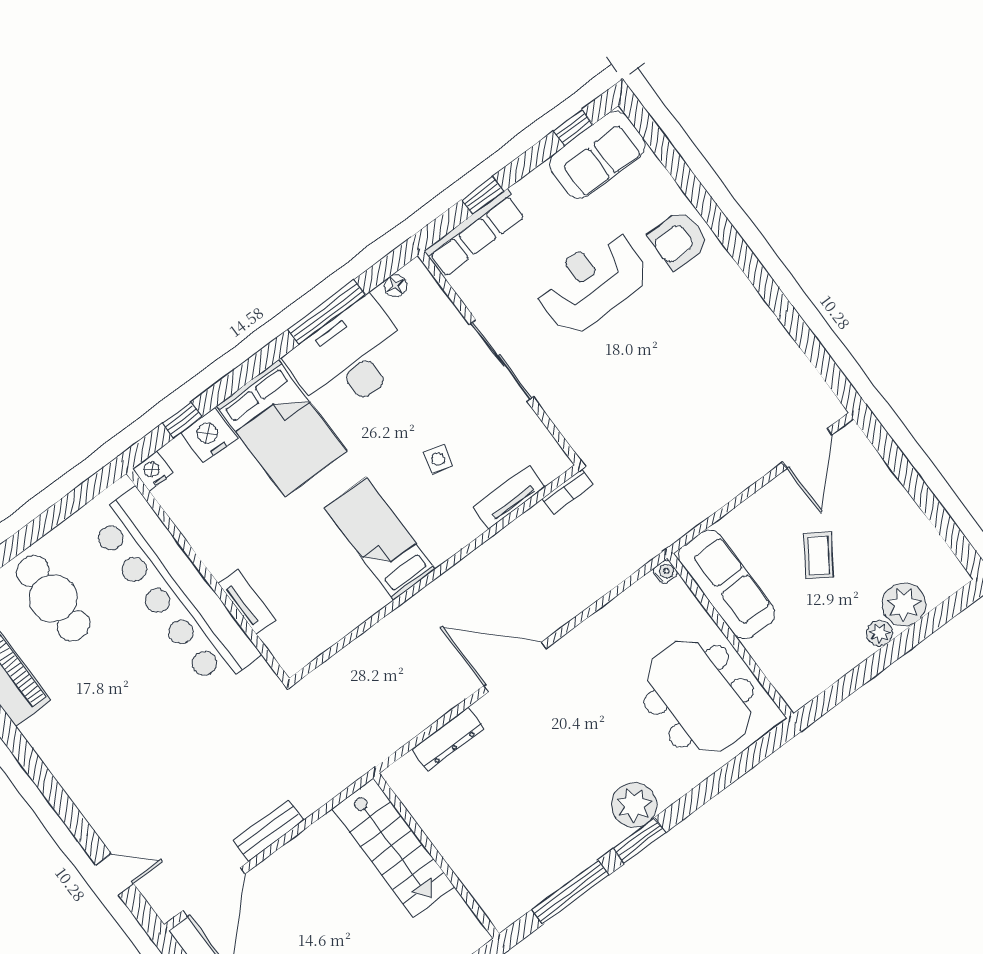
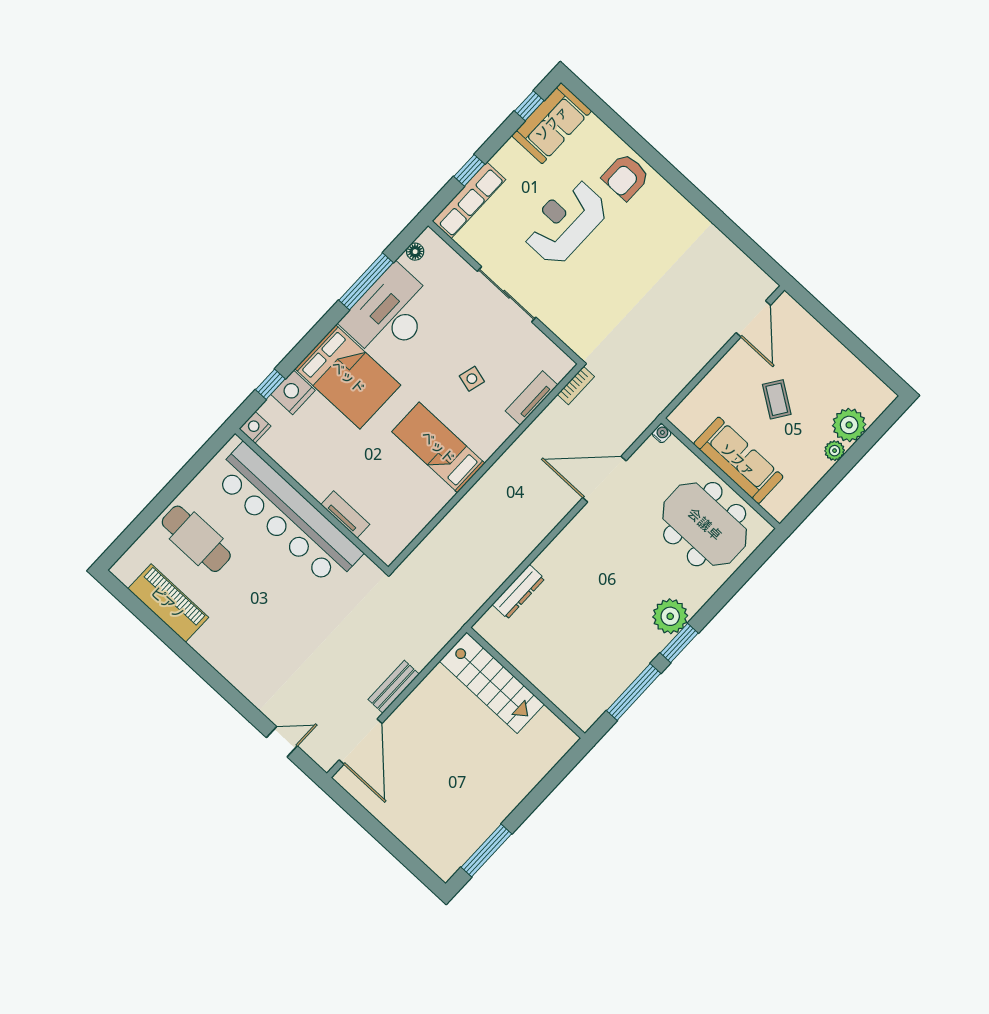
sofa: (727, 585) -> (738, 460), moved
door: (515, 667) -> (604, 479), moved

